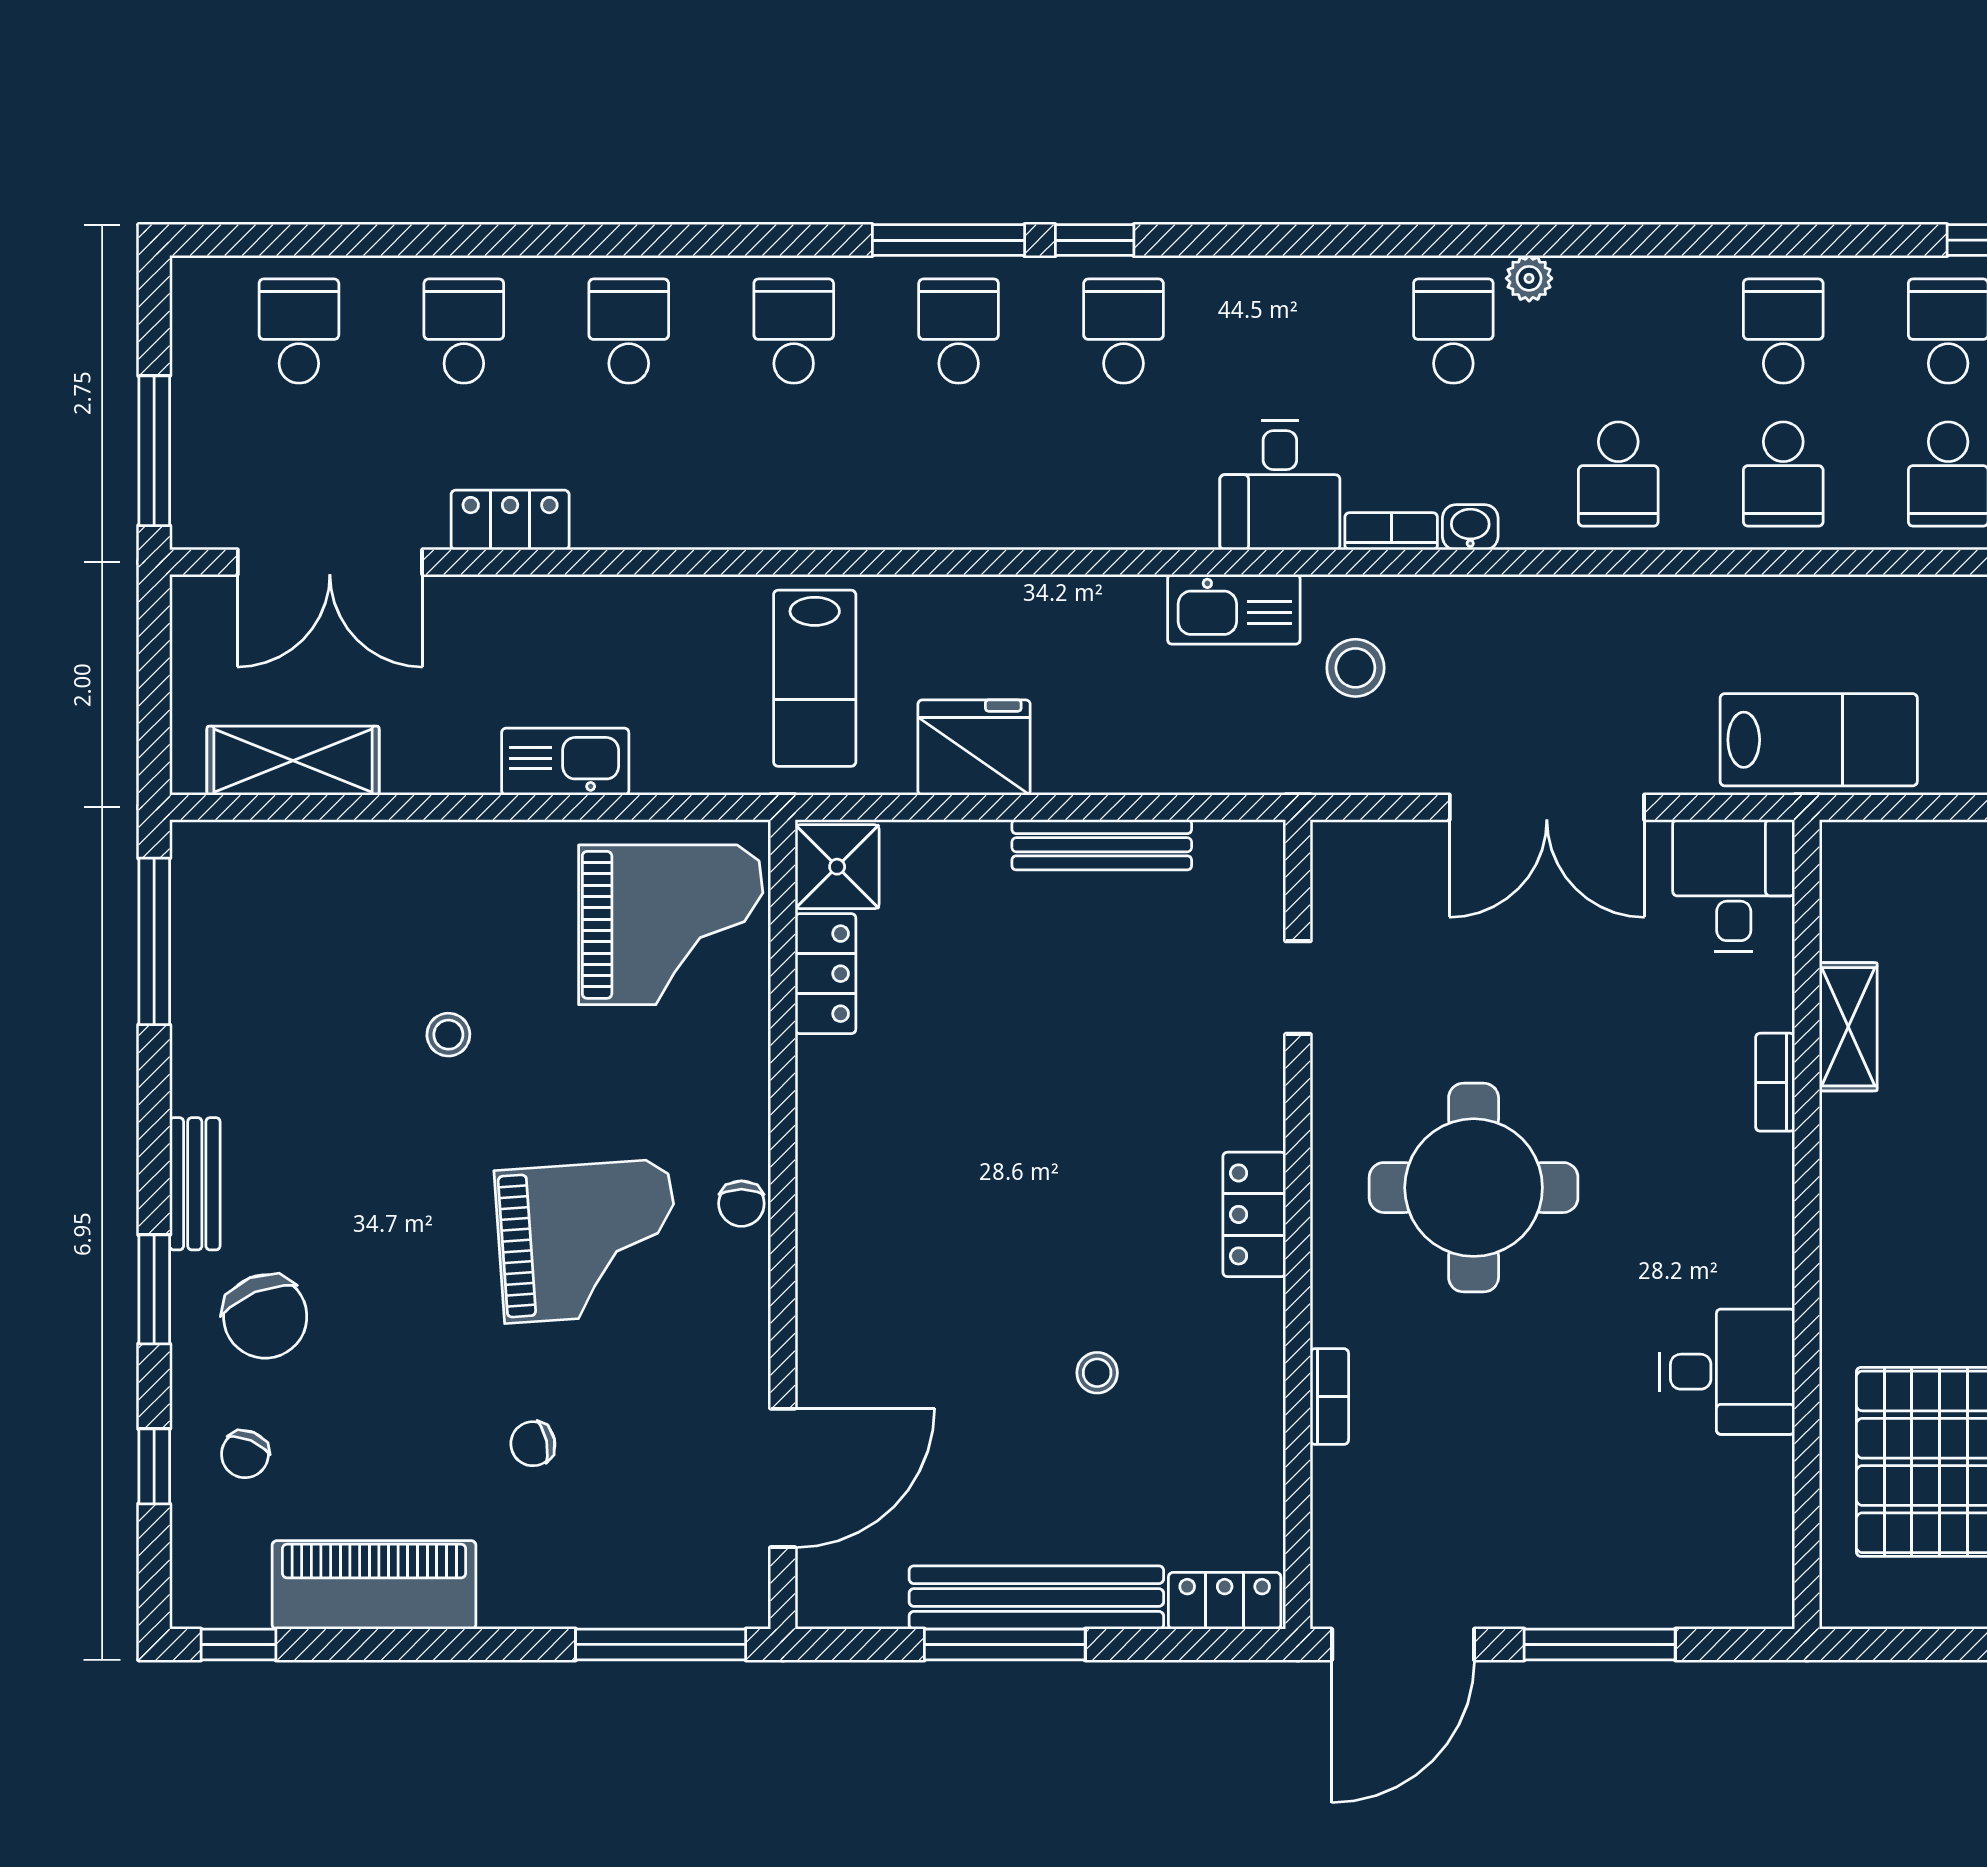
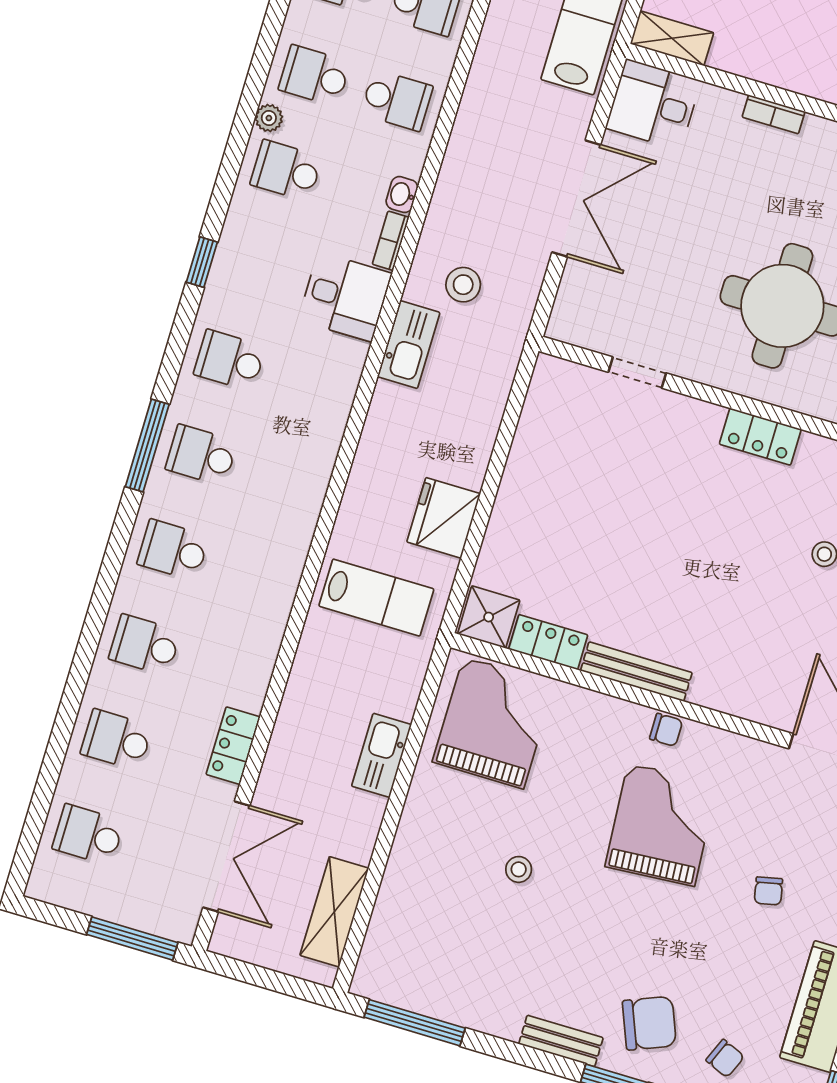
window: (1095, 240) -> (202, 262), moved
school desk: (1618, 331) -> (315, 76), added
bench: (1102, 845) -> (636, 672), moved, turned 90
shelving: (1848, 1027) -> (672, 38), moved

